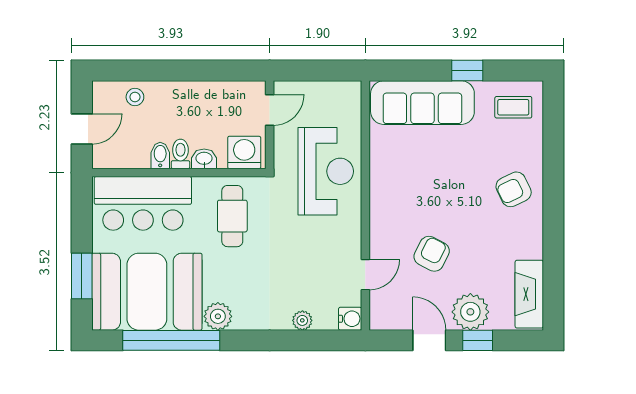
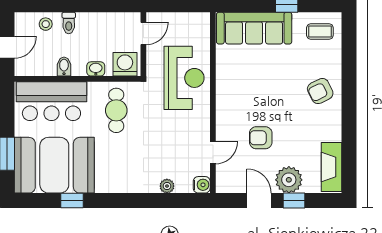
toilet: (180, 154) -> (69, 23), moved, turned 180
armchair: (432, 254) -> (261, 138), turned -117
plant: (218, 316) -> (106, 183), removed
window: (171, 340) -> (72, 200), width x0.32

